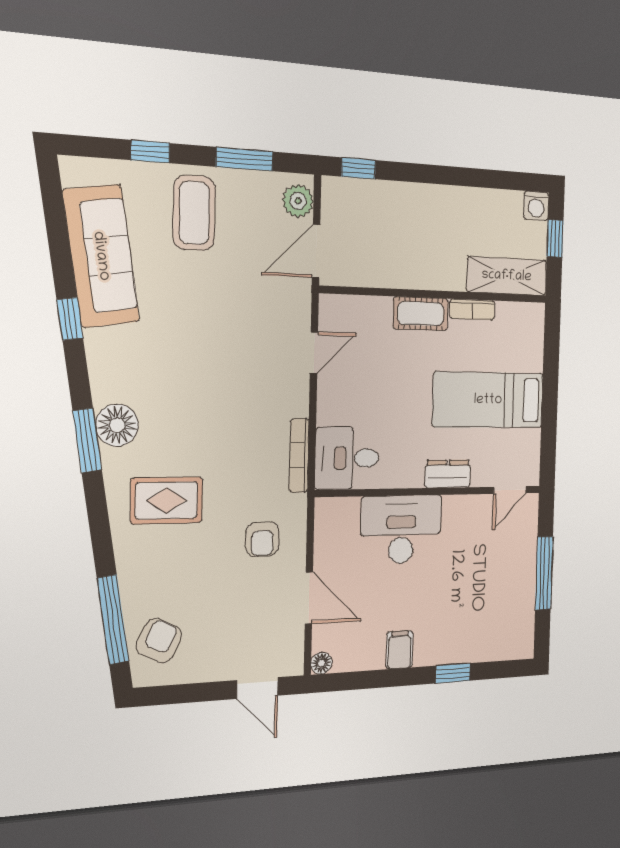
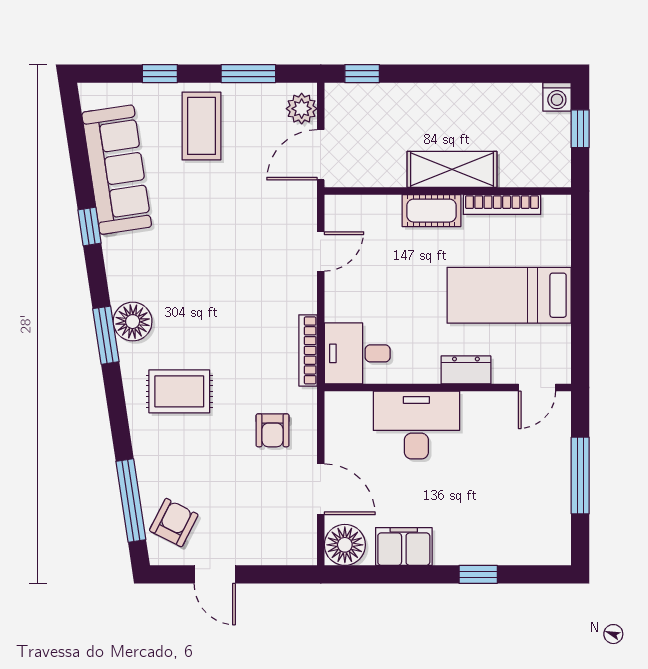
shelving: (507, 276) -> (452, 169), moved
bookcase: (472, 309) -> (502, 205), width x1.56
filing cabinet: (399, 650) -> (404, 546), width x2.00
floor lamp: (321, 663) -> (345, 545), width x1.89, depth x1.89
door: (257, 688) -> (215, 574), moved

